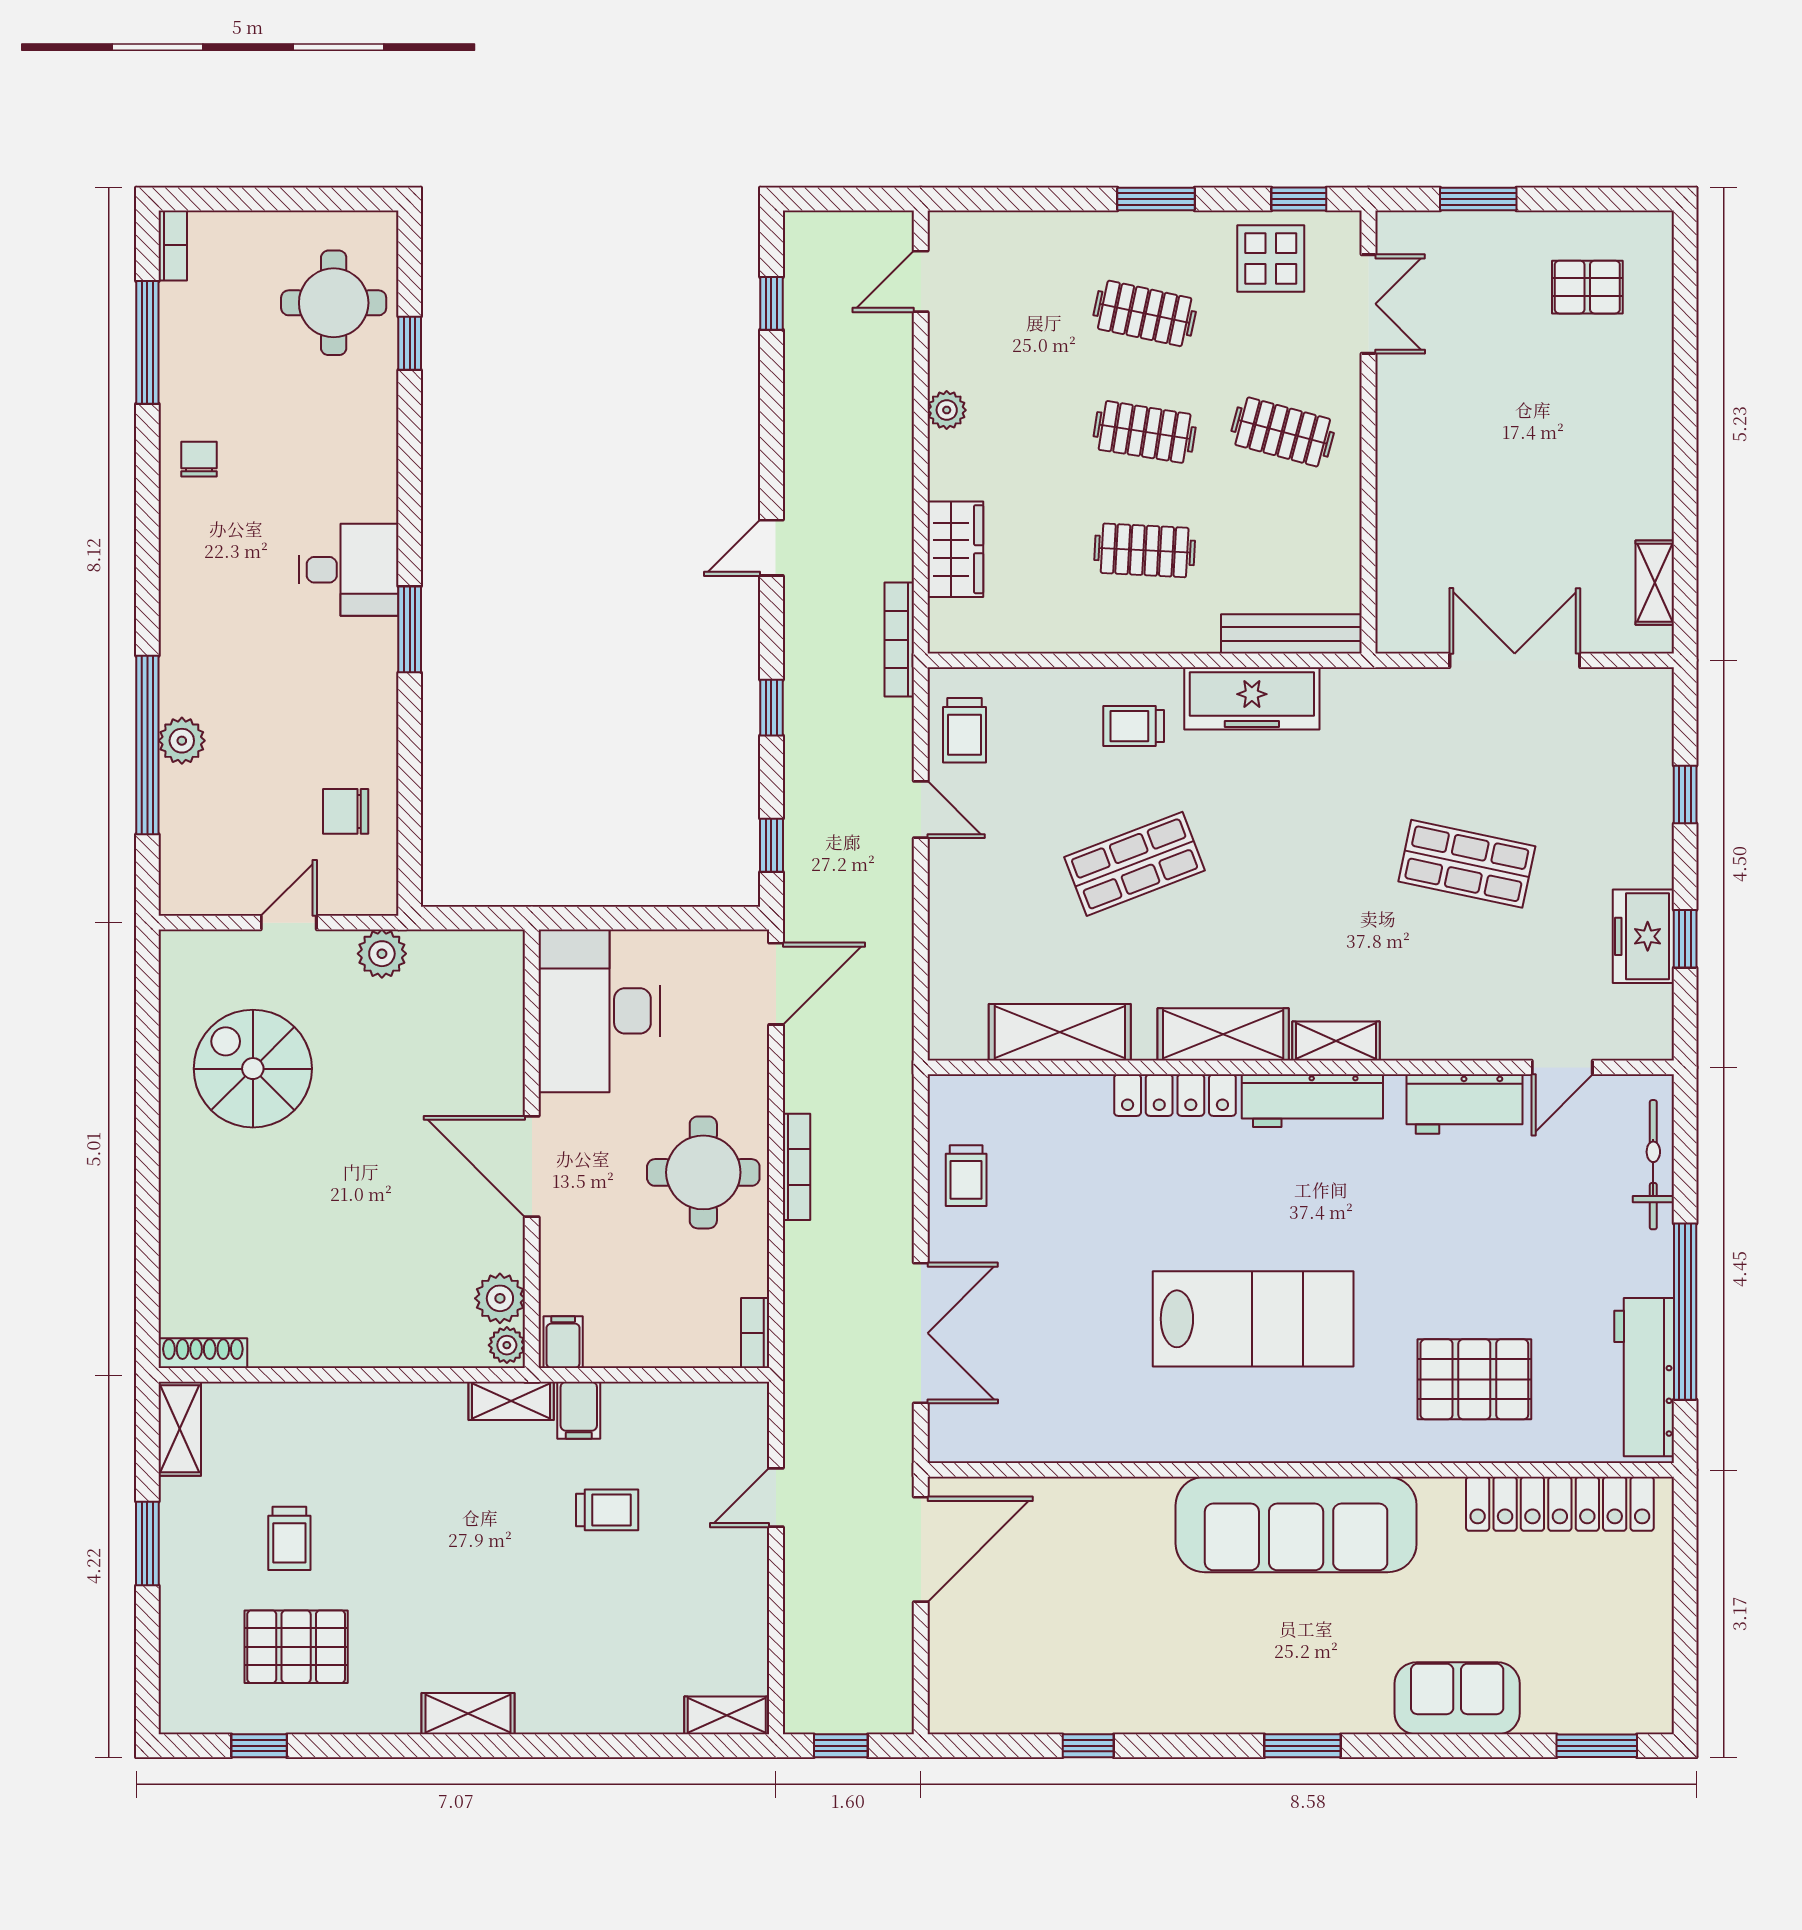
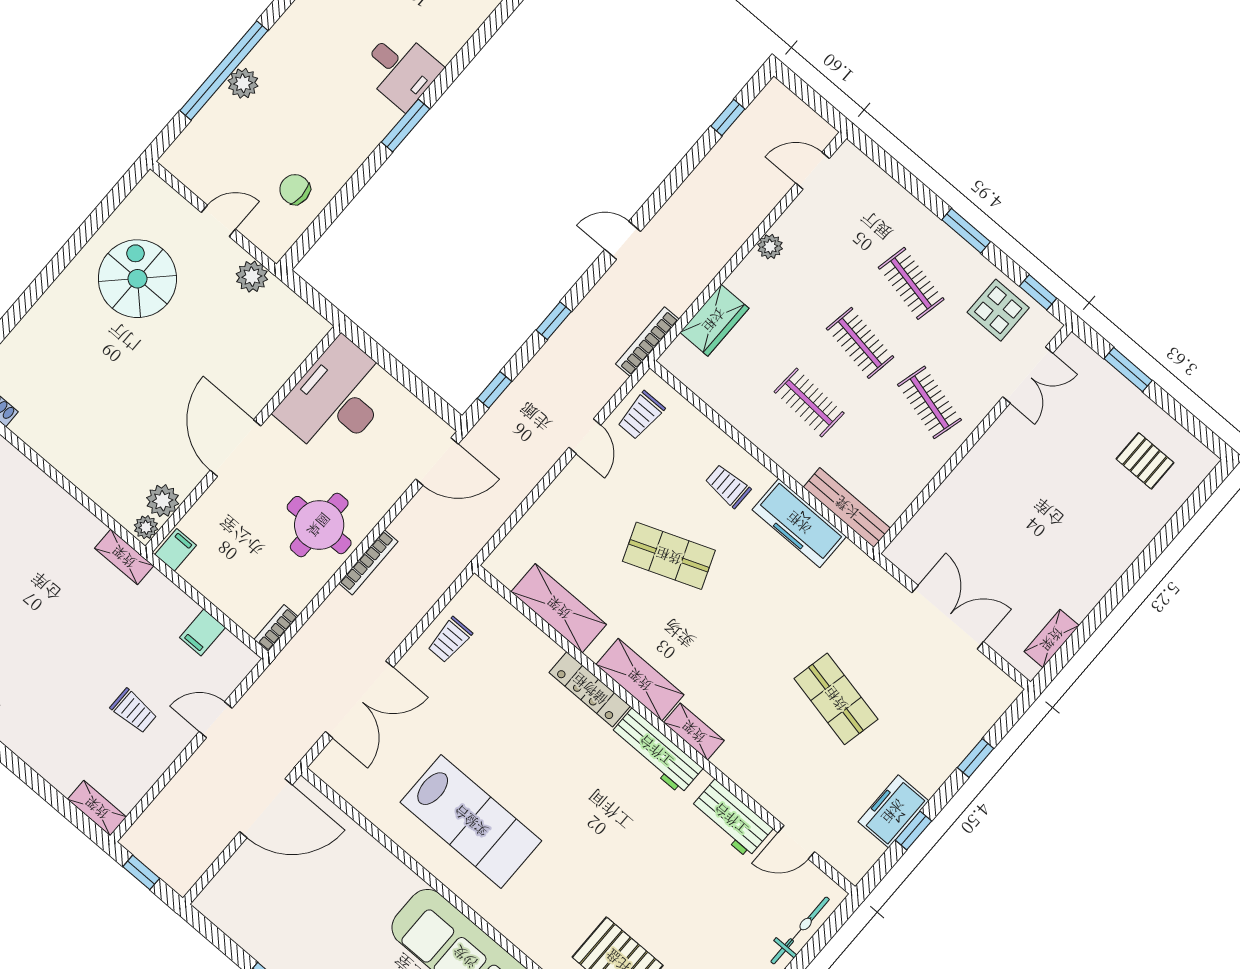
lab bench: (1253, 1319) -> (471, 821), moved
filing cabinet: (579, 1410) -> (202, 632), moved
trolley: (607, 1510) -> (134, 711), moved

